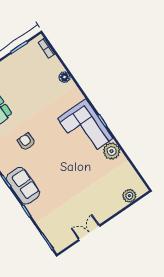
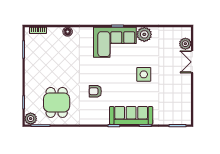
side table: (74, 176) -> (144, 74), added
sofa: (23, 186) -> (131, 115), width x1.36
double door: (89, 233) -> (192, 62), moved

